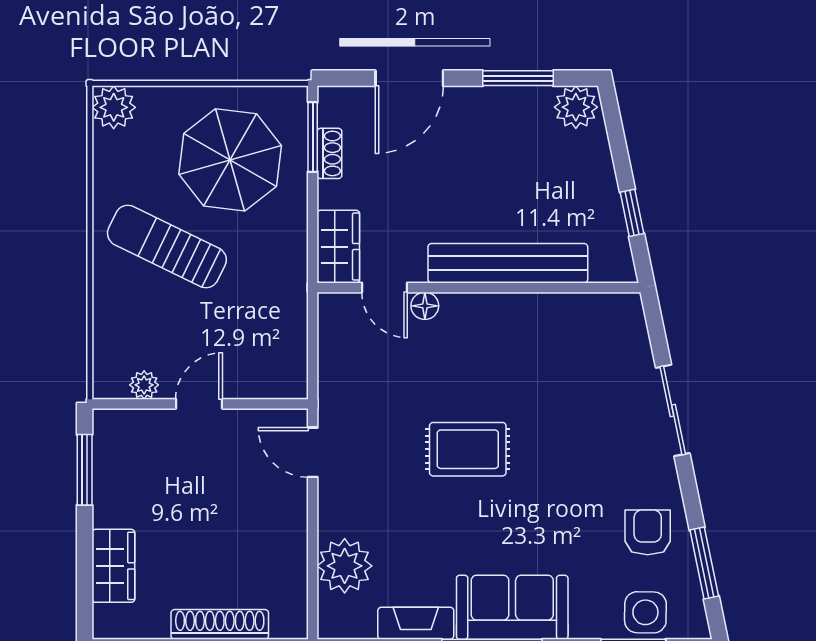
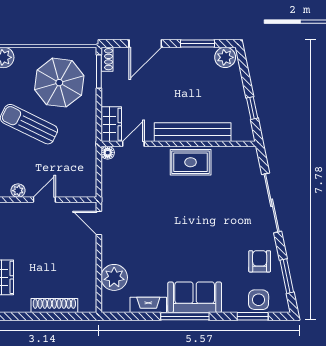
shoe rack: (329, 153) -> (107, 59), moved
door: (385, 288) -> (133, 144), swing flipped
floor lamp: (425, 306) -> (108, 153), moved
sliding door: (673, 410) -> (272, 203), width x1.37
rug: (468, 449) -> (191, 162), moved

